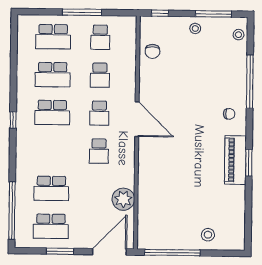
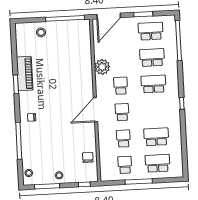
school desk: (52, 113) -> (153, 84), moved
door: (137, 119) -> (96, 110), hinge flipped
piano: (235, 160) -> (25, 74), moved
plant: (123, 199) -> (102, 67), moved

